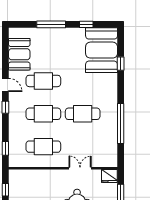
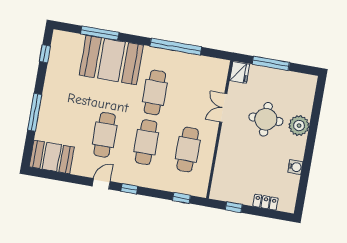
window: (86, 24) -> (45, 54), moved
booth: (102, 50) -> (111, 60), moved
booth: (19, 54) -> (52, 157), moved
window: (121, 64) -> (100, 33), width x2.17

